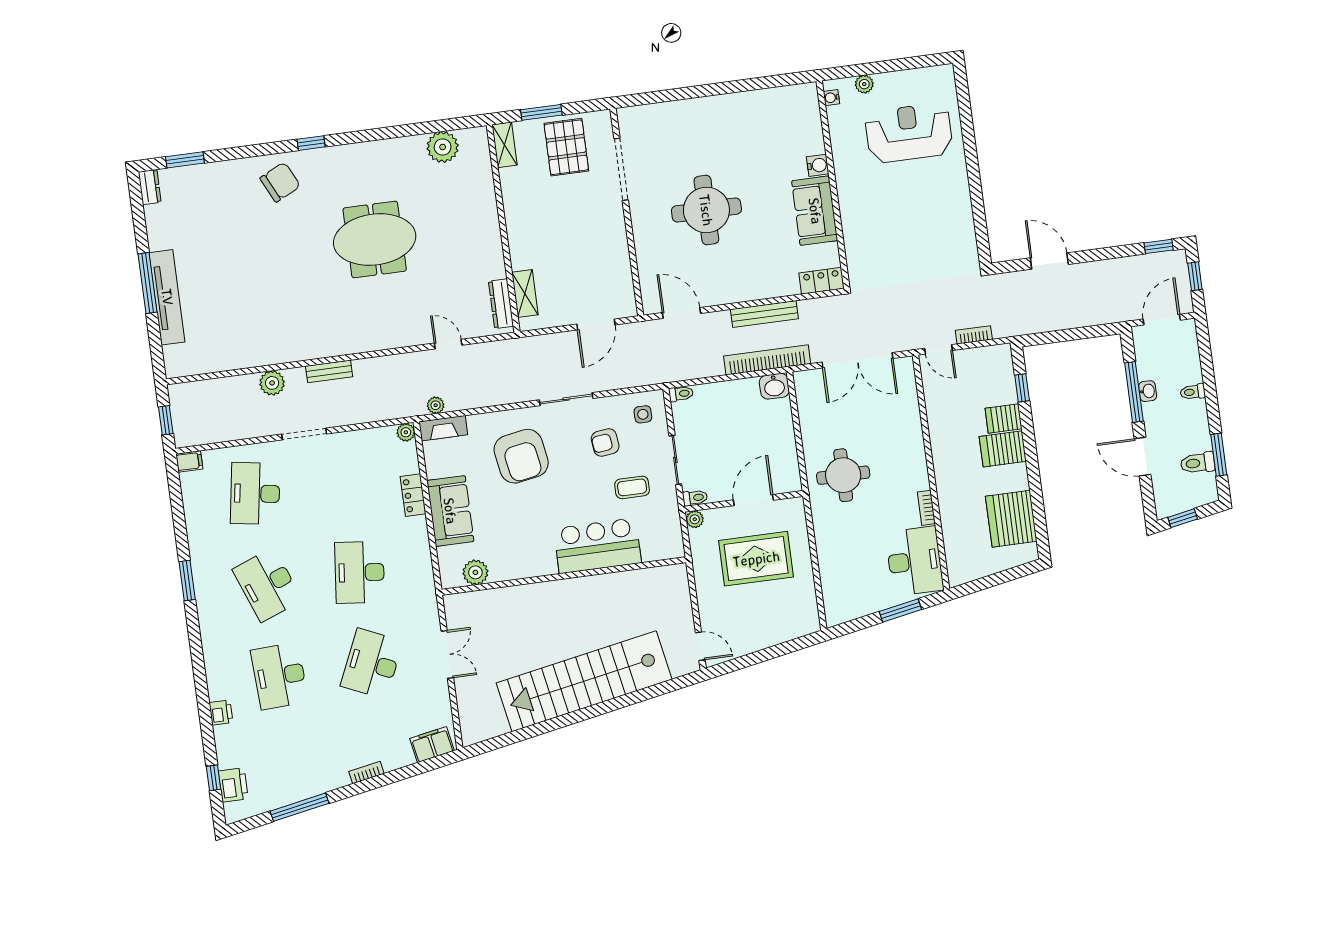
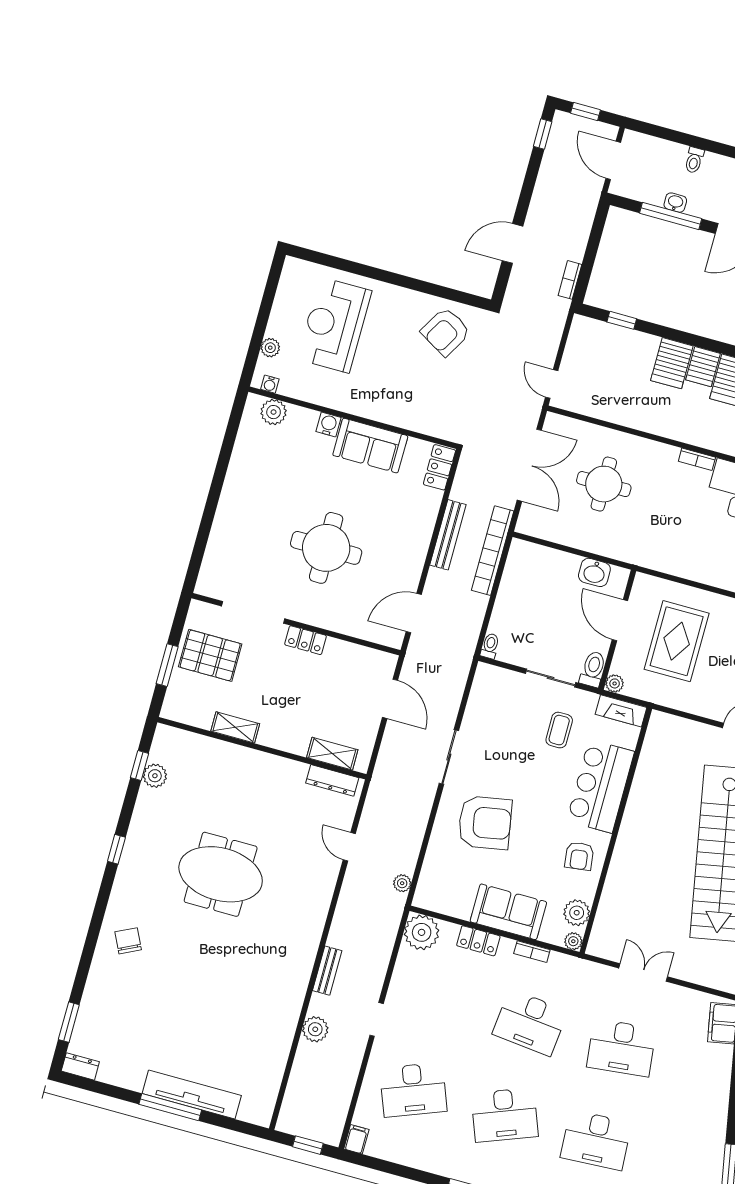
plant: (808, 111) -> (274, 412), added
window: (441, 126) -> (139, 766), added
window: (311, 143) -> (116, 849), moved
shelving: (505, 145) -> (235, 727), moved
plant: (443, 147) -> (155, 776), width x0.73, depth x0.73
chair: (280, 182) -> (128, 941), width x0.73, depth x0.73
locker: (616, 227) -> (306, 640), added
armchair: (945, 235) -> (446, 332), added
meeting table: (375, 239) -> (221, 874), turned 90
bookcase: (974, 335) -> (570, 280), moved
door: (448, 344) -> (349, 847), hinge flipped
door: (939, 349) -> (552, 384), swing flipped
washbasin: (774, 386) -> (594, 572), moved, turned 90
side table: (643, 414) -> (494, 690), removed
server rack: (1004, 419) -> (703, 367), moved
fireplace: (443, 428) -> (621, 711), moved, turned 90
plant: (406, 432) -> (422, 932), width x1.87, depth x1.87
doorway: (304, 434) -> (377, 1019), width x0.73
armchair: (605, 442) -> (579, 856), moved
round table: (843, 475) -> (604, 484), moved
desk: (255, 493) -> (413, 1090), turned -30
toilet: (695, 498) -> (593, 669), width x1.37, depth x1.39
plant: (449, 580) -> (573, 941), added
desk: (372, 664) -> (621, 1048), turned -30
bookcase: (366, 773) -> (532, 952), moved, turned -79

